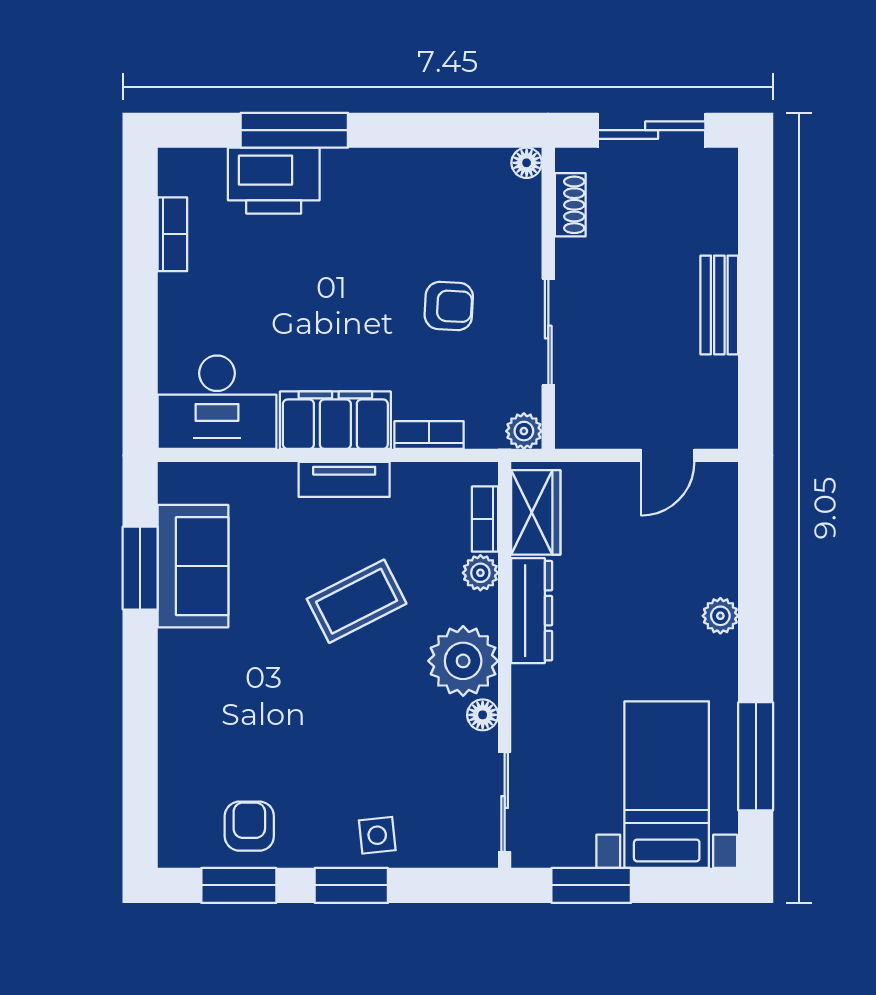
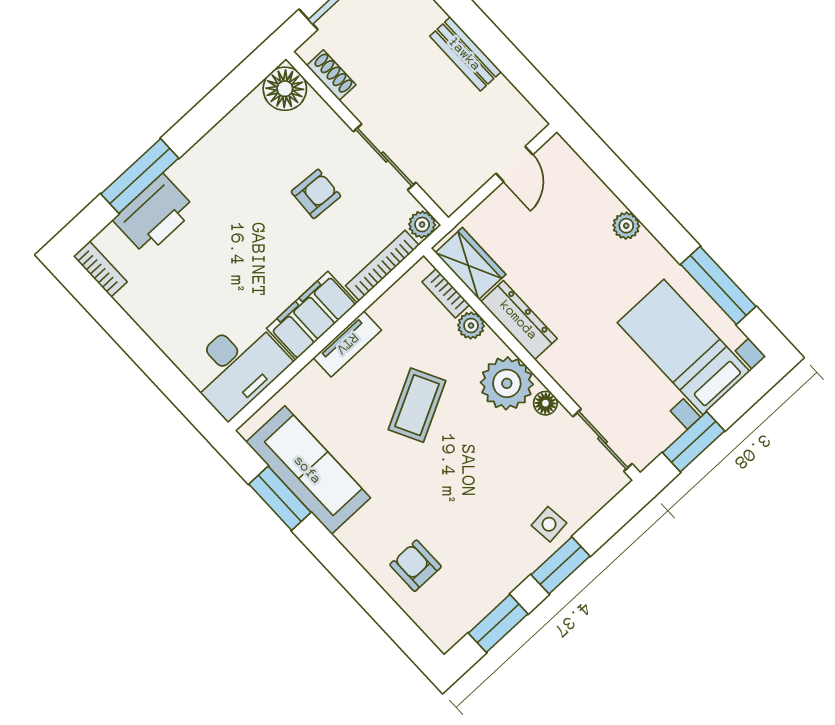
floor lamp: (527, 163) -> (285, 89), width x1.89, depth x1.89
bookcase: (172, 234) -> (100, 269), moved
bookcase: (429, 435) -> (382, 266), width x1.56
sofa: (193, 566) -> (308, 470), width x1.36
armchair: (249, 826) -> (416, 566), moved

